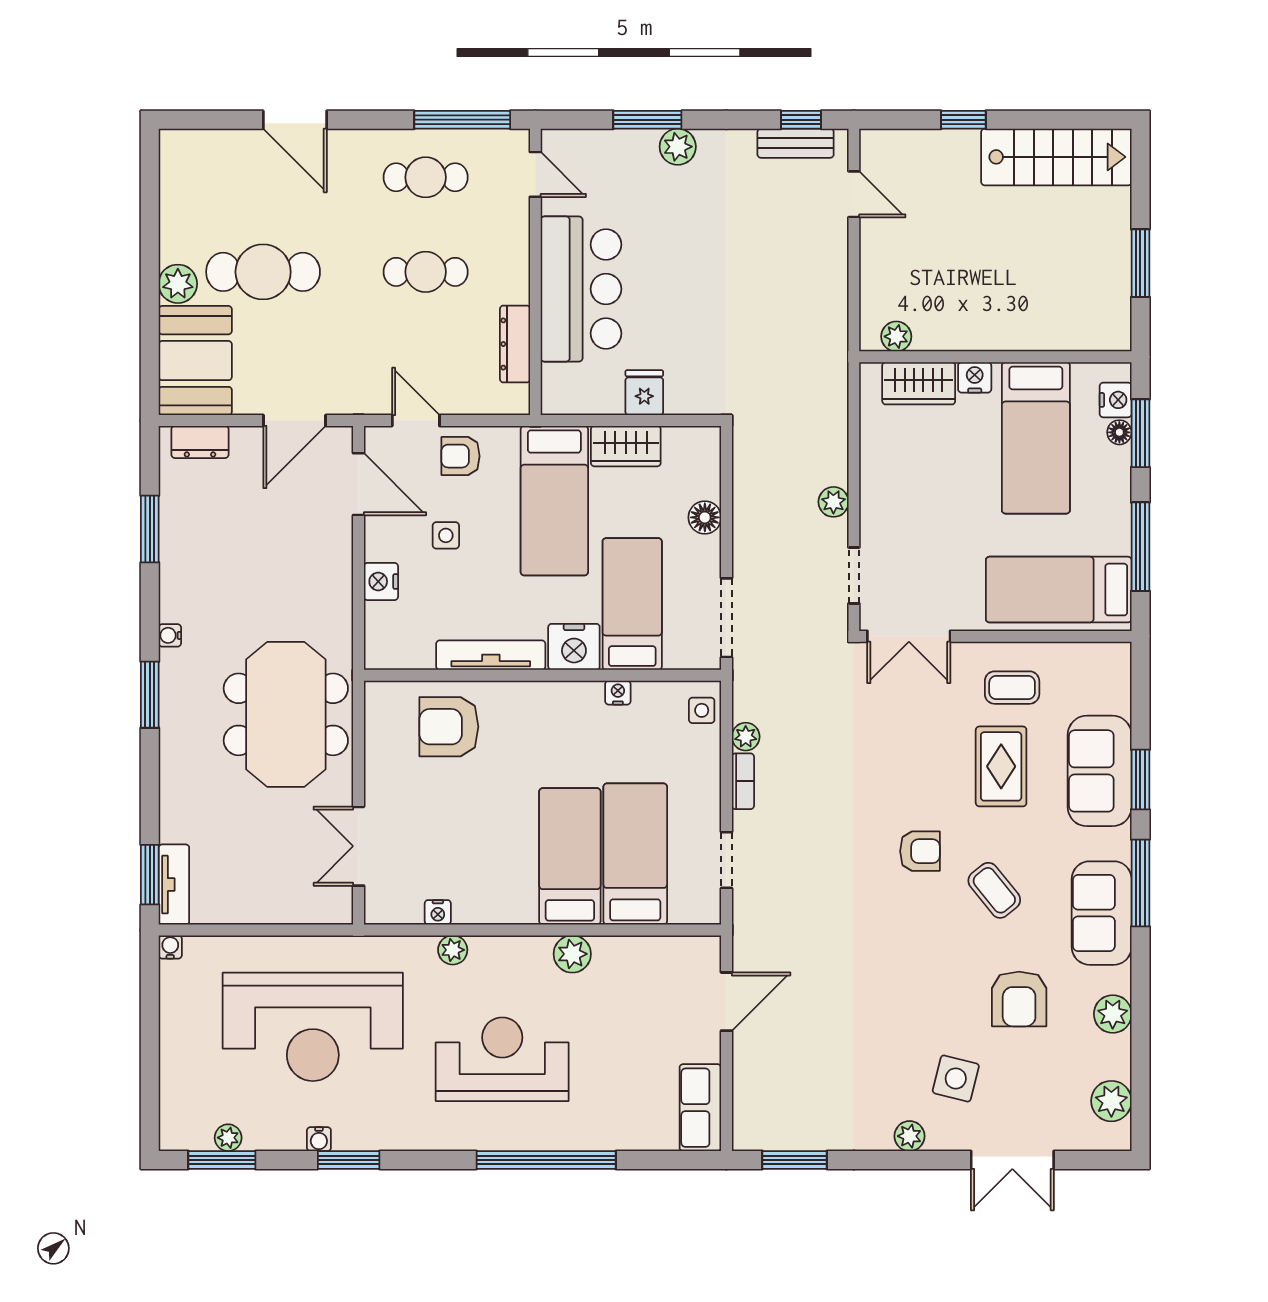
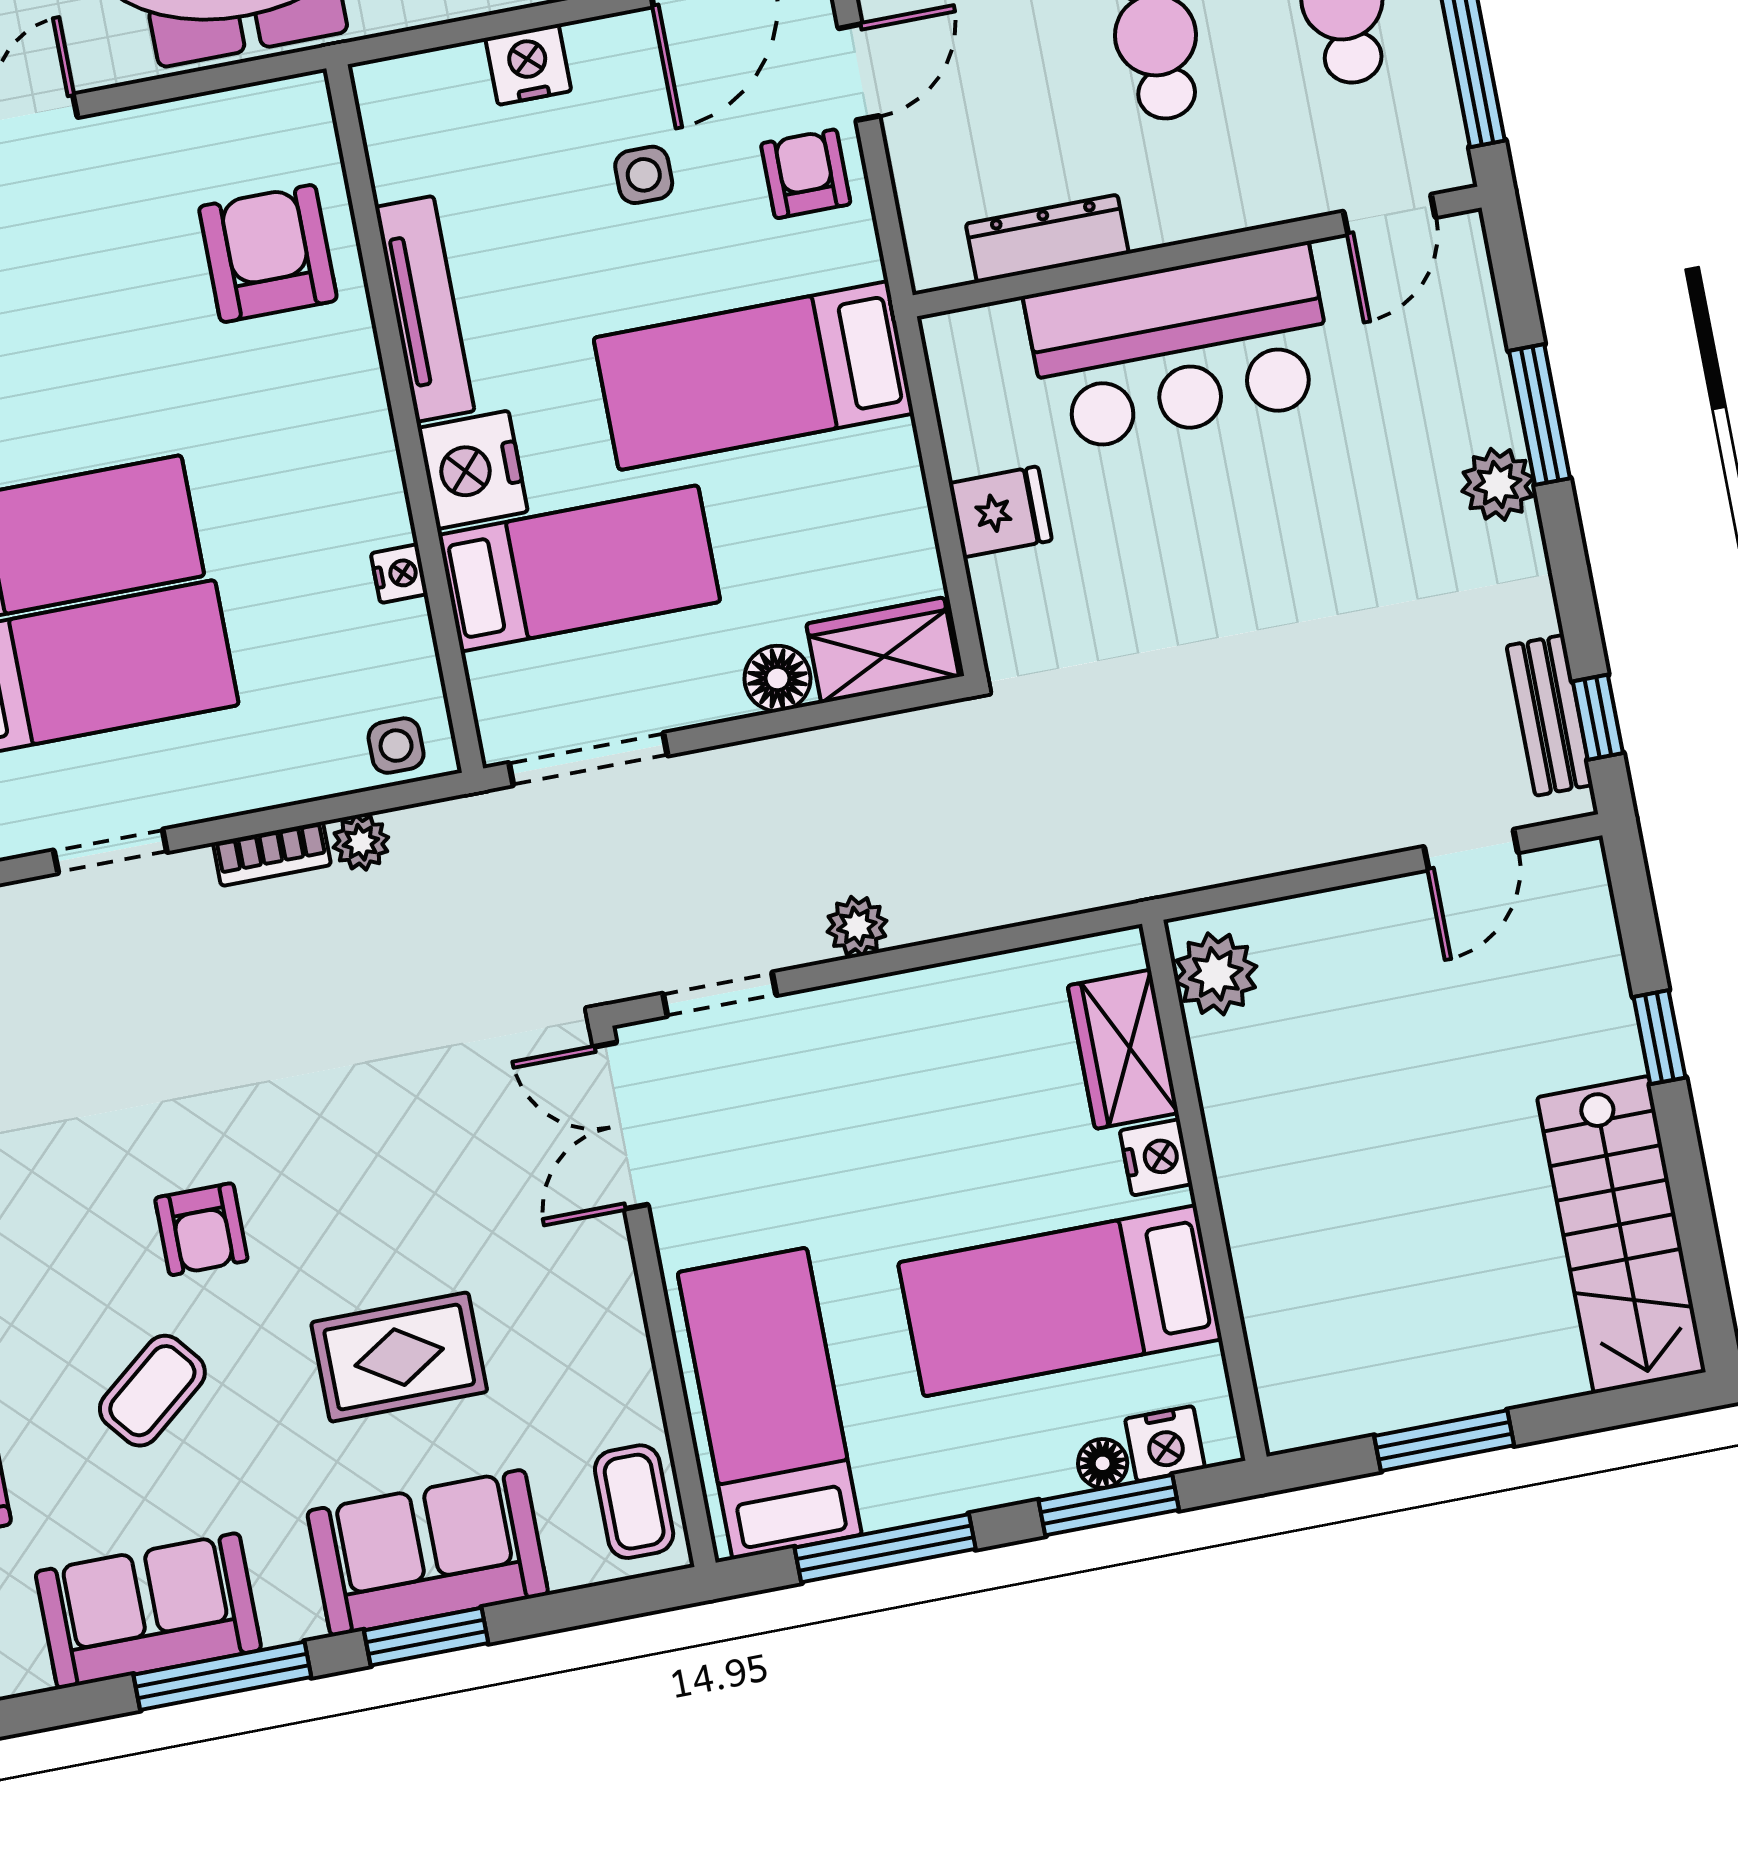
plant: (896, 336) -> (1216, 974), width x1.38, depth x1.38
wardrobe: (626, 446) -> (883, 650), moved, turned 90
coffee table: (1012, 688) -> (634, 1502), moved

